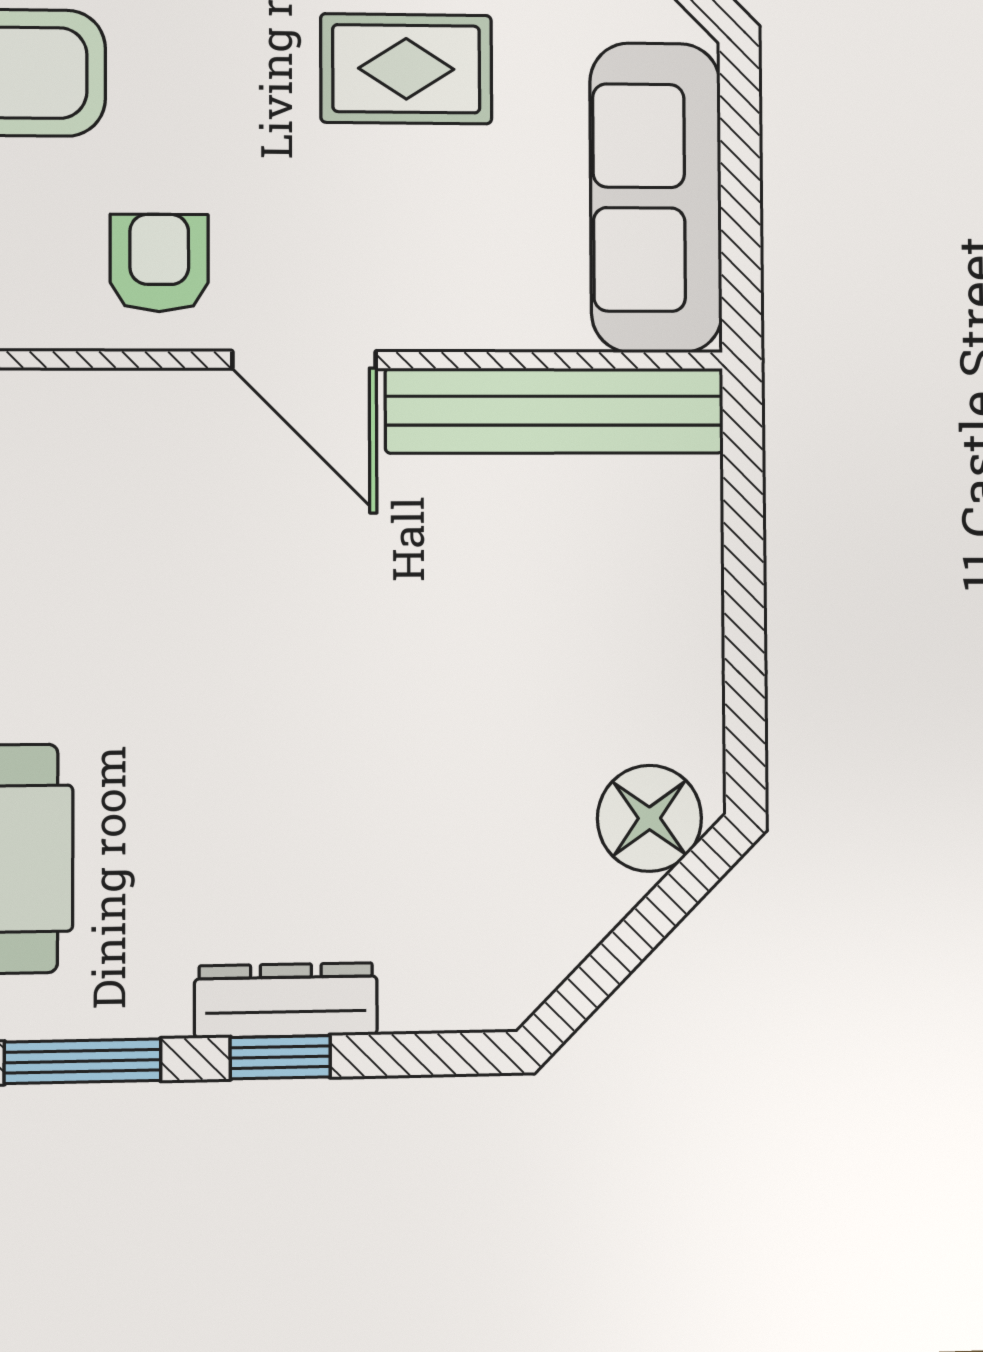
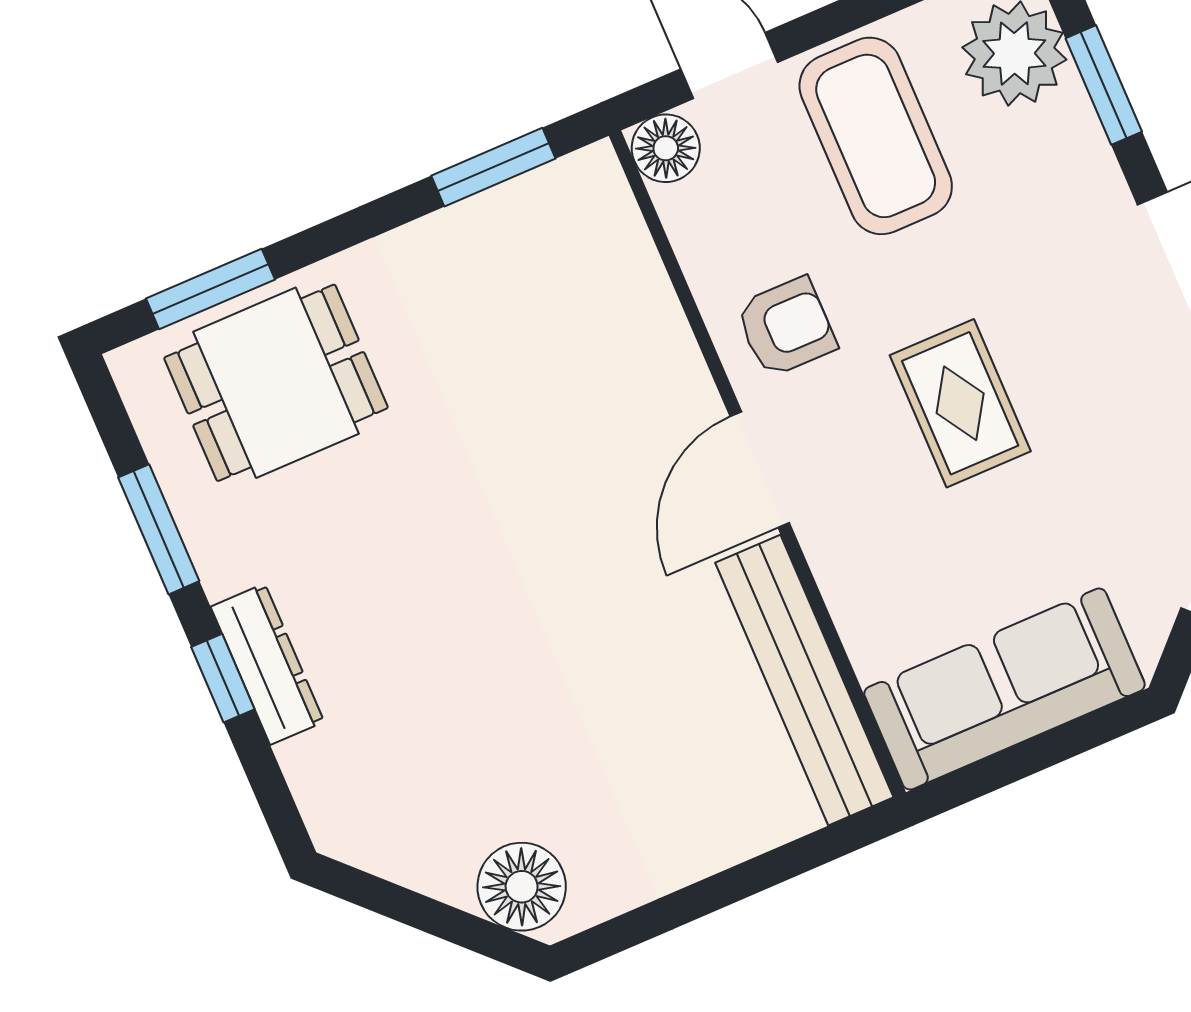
rug: (406, 69) -> (960, 403), moved

